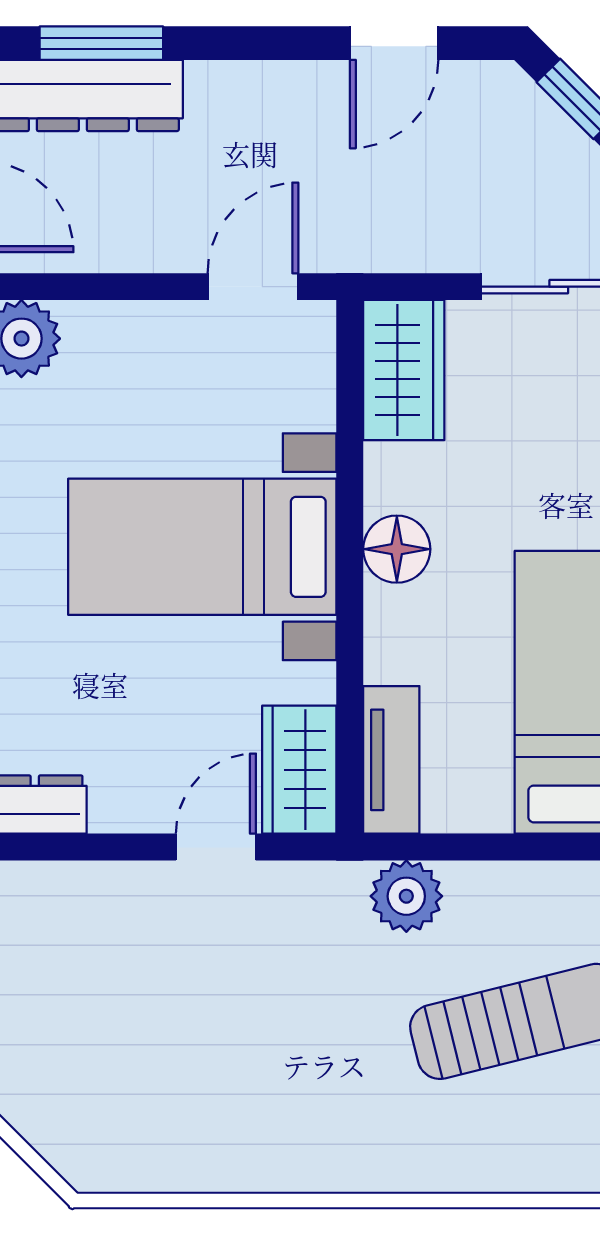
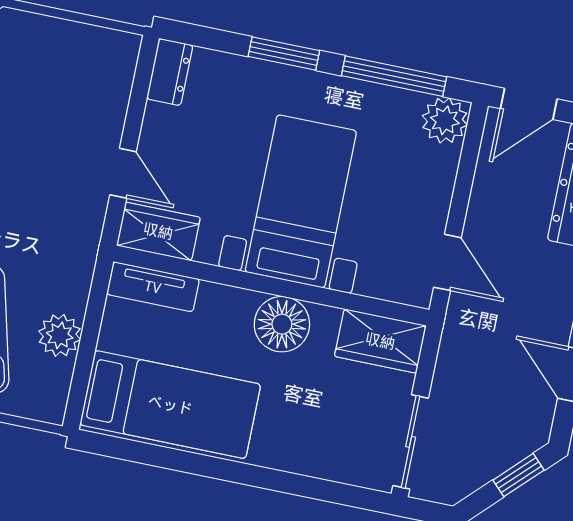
floor lamp: (397, 549) -> (282, 324), width x1.38, depth x1.38
plant: (406, 896) -> (60, 335), moved

